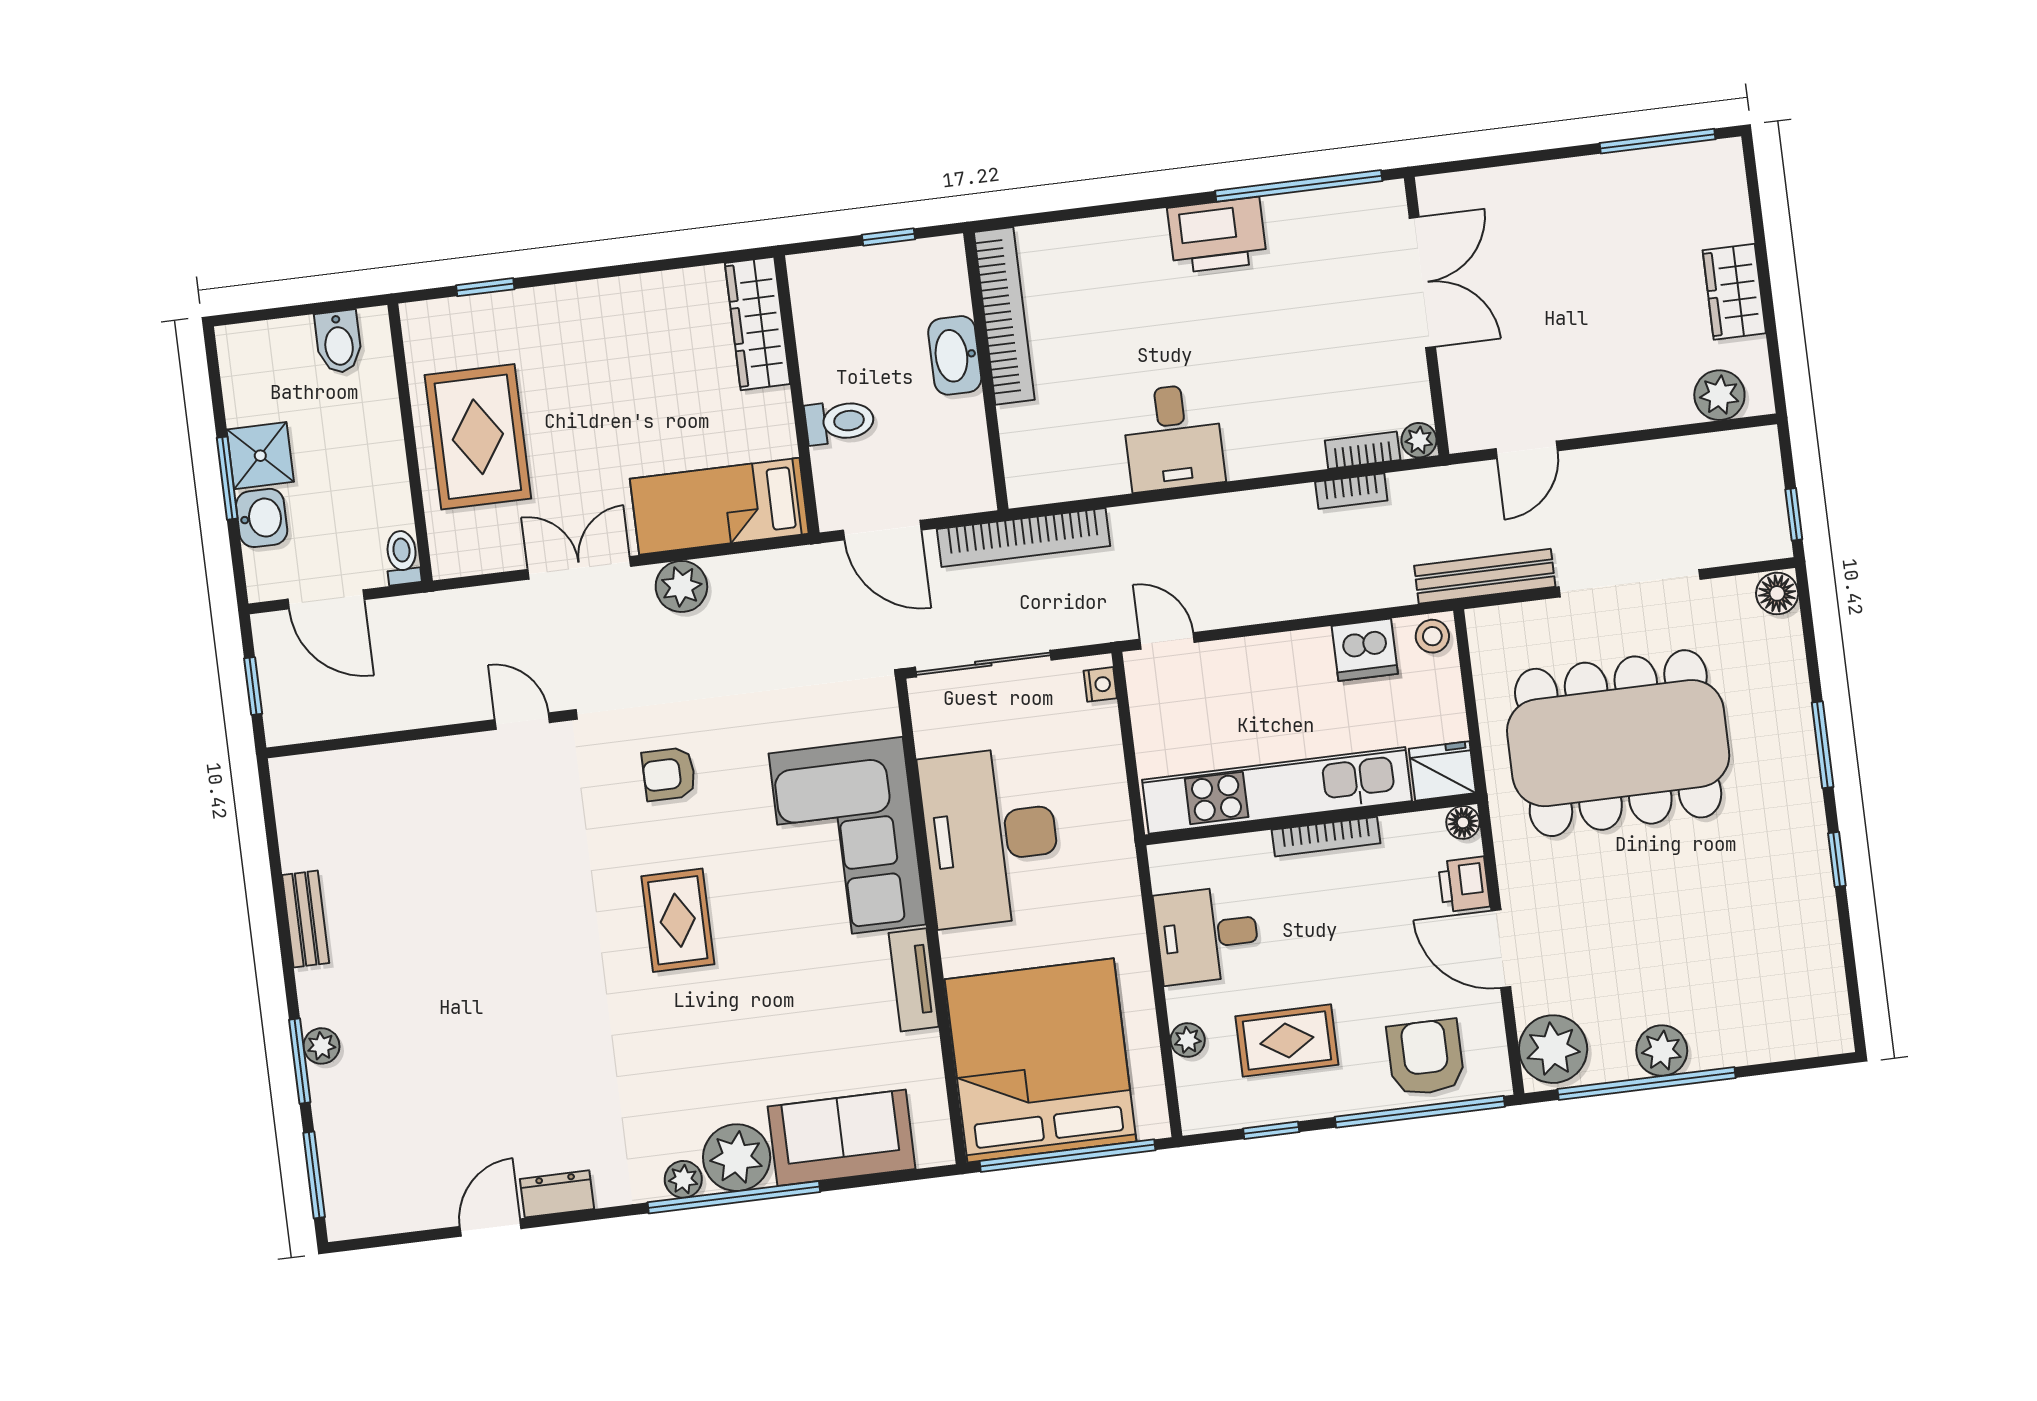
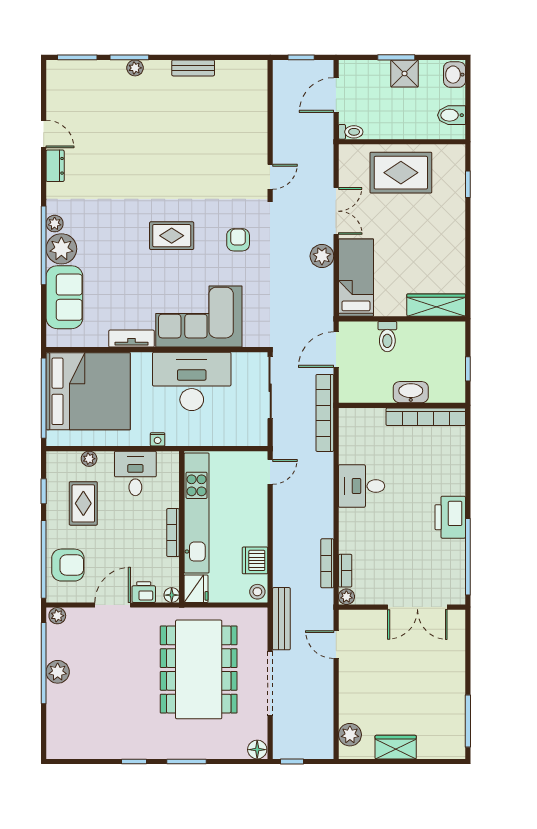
bookcase: (1351, 491) -> (327, 563), width x1.56
washbasin: (262, 518) -> (455, 75), moved, turned 90
nightstand: (1100, 684) -> (158, 439), moved
plant: (1553, 1049) -> (57, 616), width x0.53, depth x0.53

